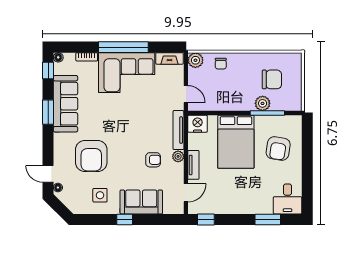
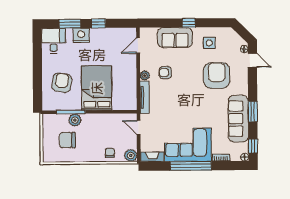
nightstand: (198, 124) -> (81, 35), moved, turned 180
tv unit: (193, 165) -> (132, 69), removed
window: (206, 220) -> (98, 23), moved

